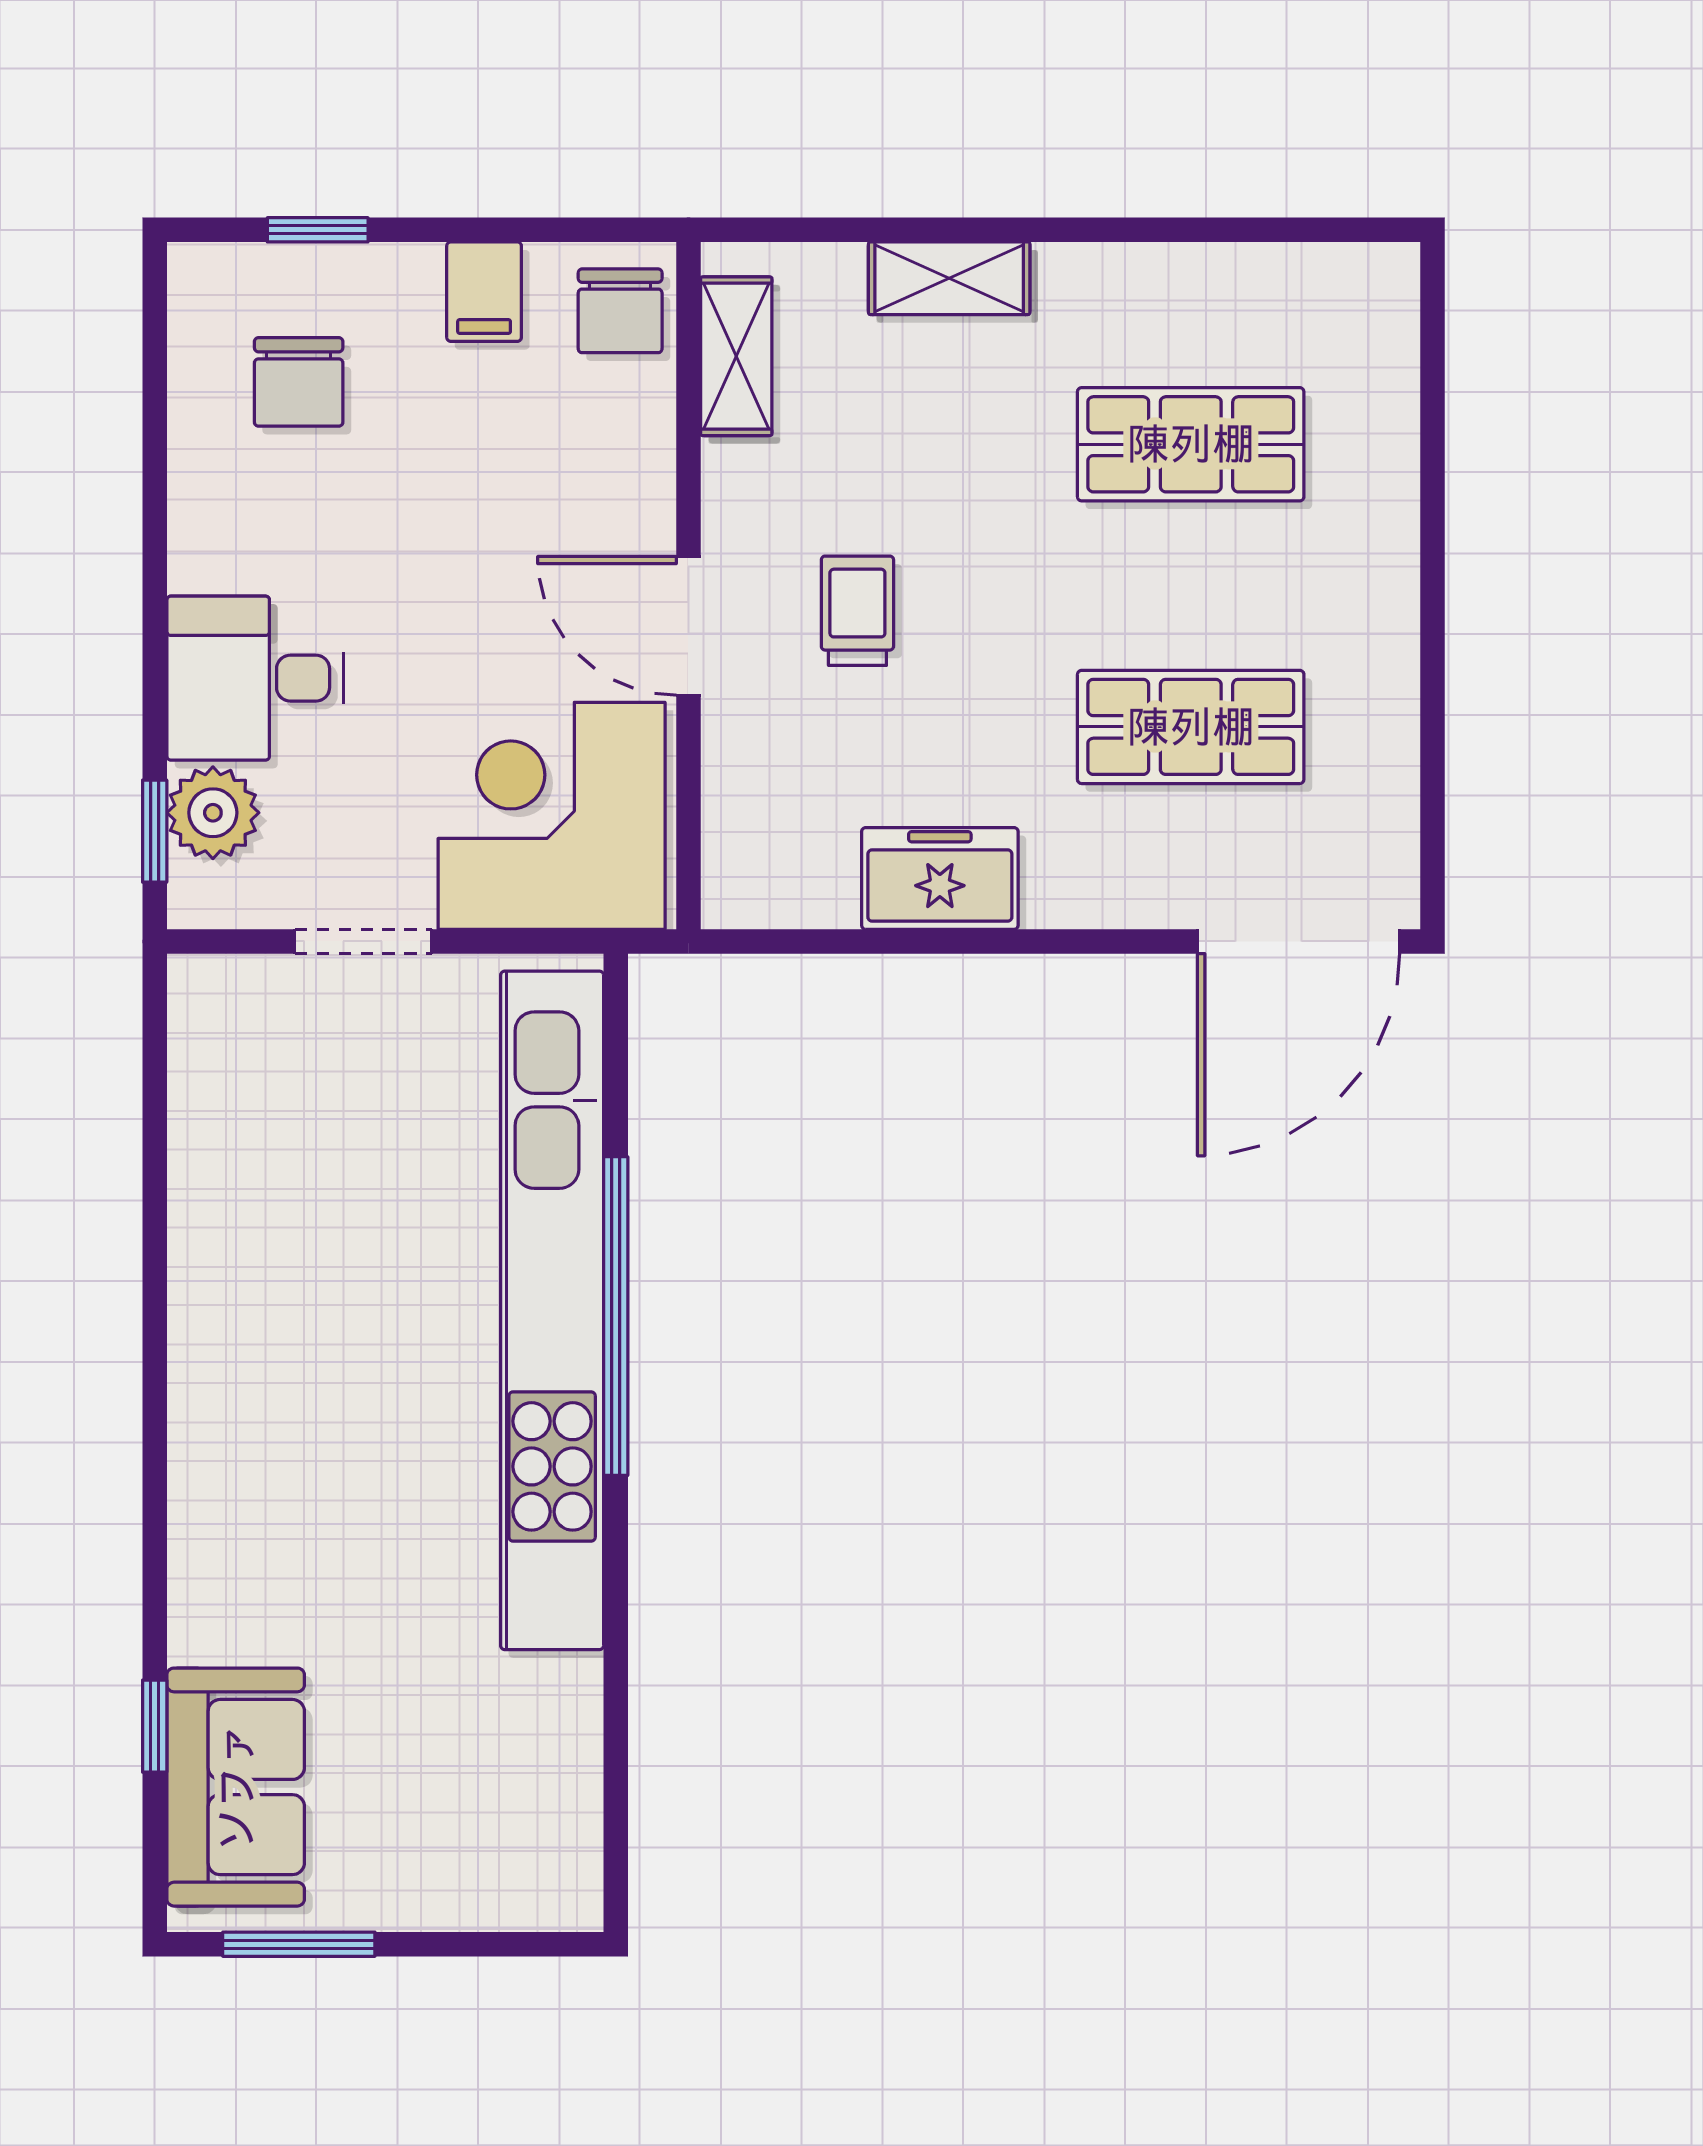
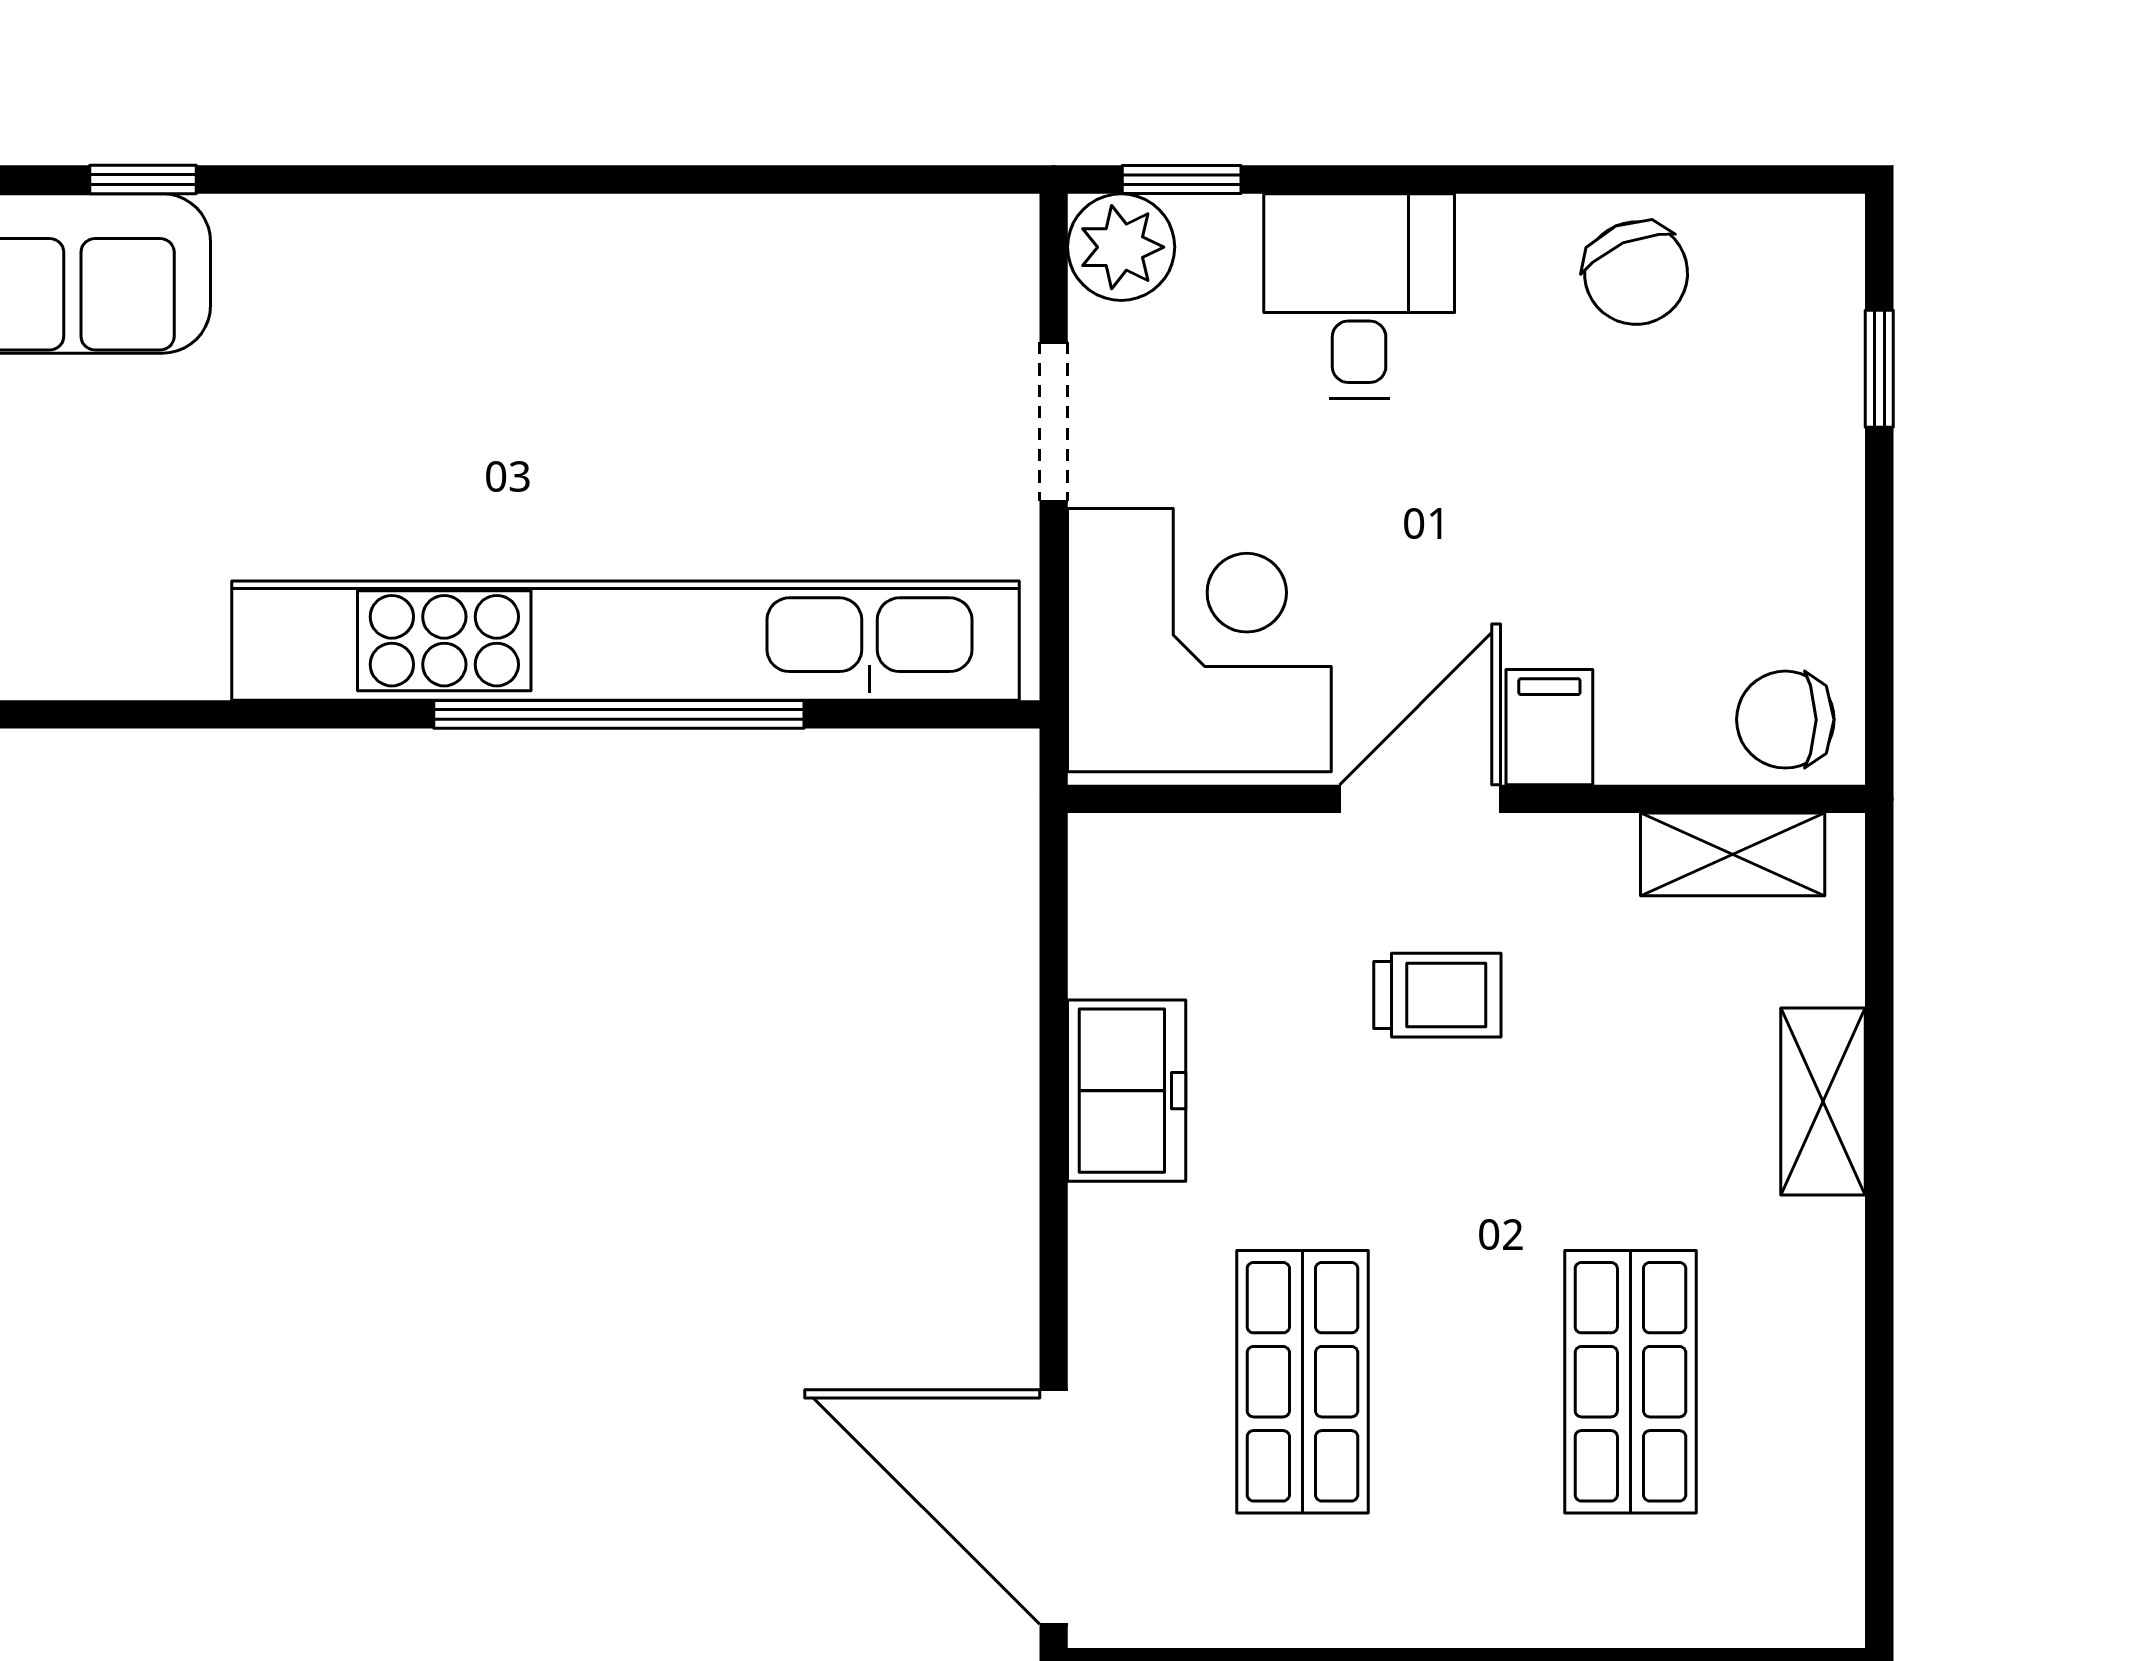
filing cabinet: (484, 292) -> (1549, 727), moved, turned 90
chair: (299, 382) -> (1636, 273), moved, turned -113
plant: (213, 813) -> (1121, 247), moved

